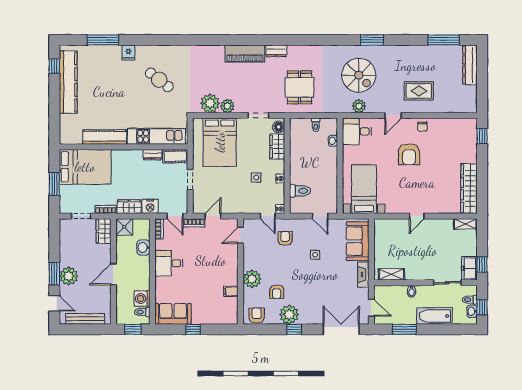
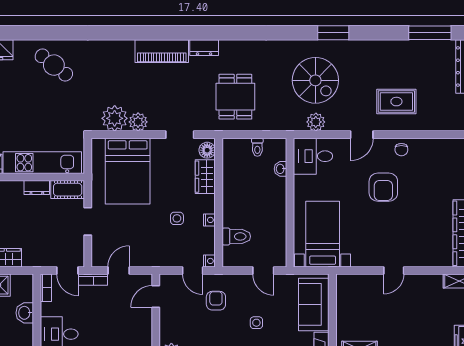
cafe table: (159, 80) -> (54, 65), moved
nightstand: (150, 206) -> (34, 257), removed

